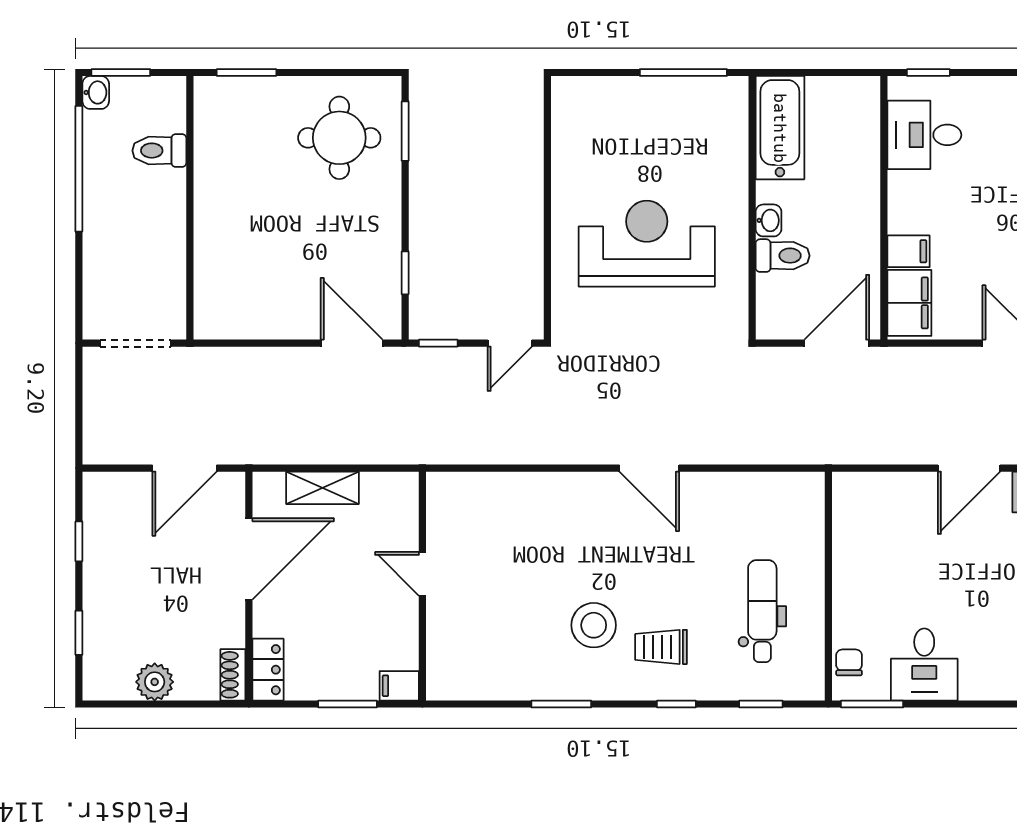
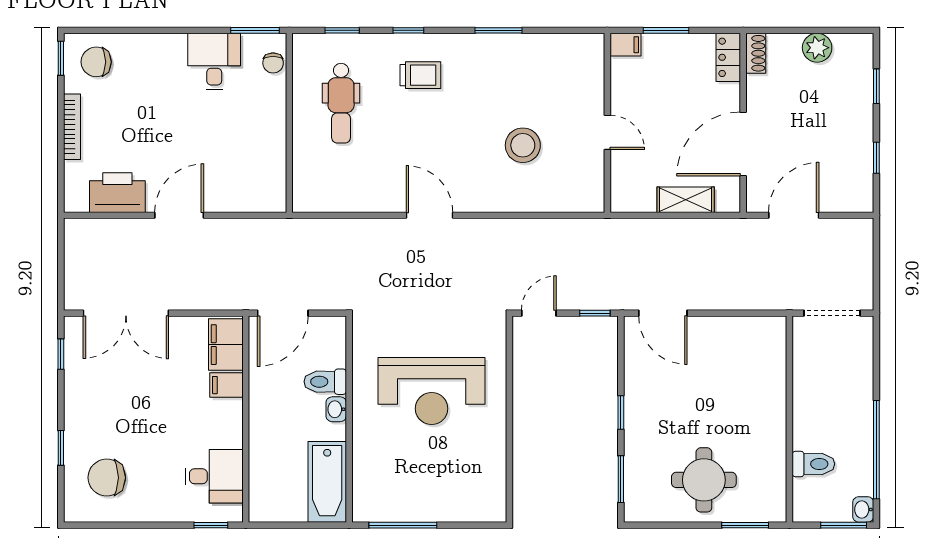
round table: (339, 138) -> (704, 480), moved
window: (405, 273) -> (621, 413), moved
stool: (594, 625) -> (523, 145), moved

